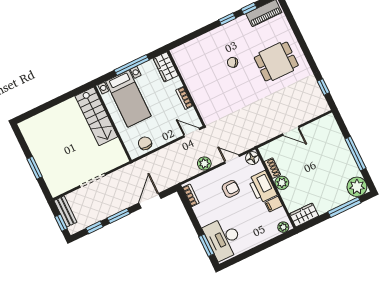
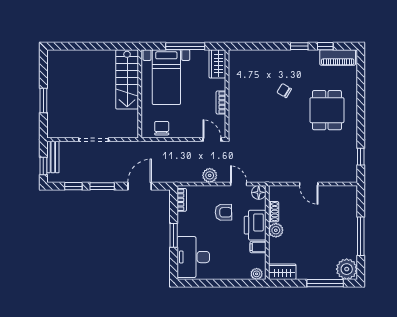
dining table: (276, 62) -> (327, 110), turned 90
window: (206, 245) -> (174, 235), moved

